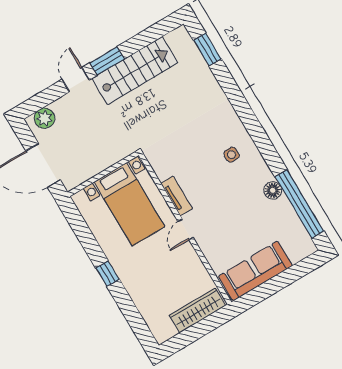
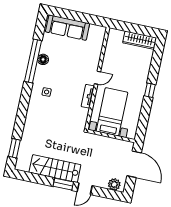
window: (299, 204) -> (33, 61), moved
sofa: (255, 271) -> (68, 28), moved
wardrobe: (197, 311) -> (140, 40), moved

